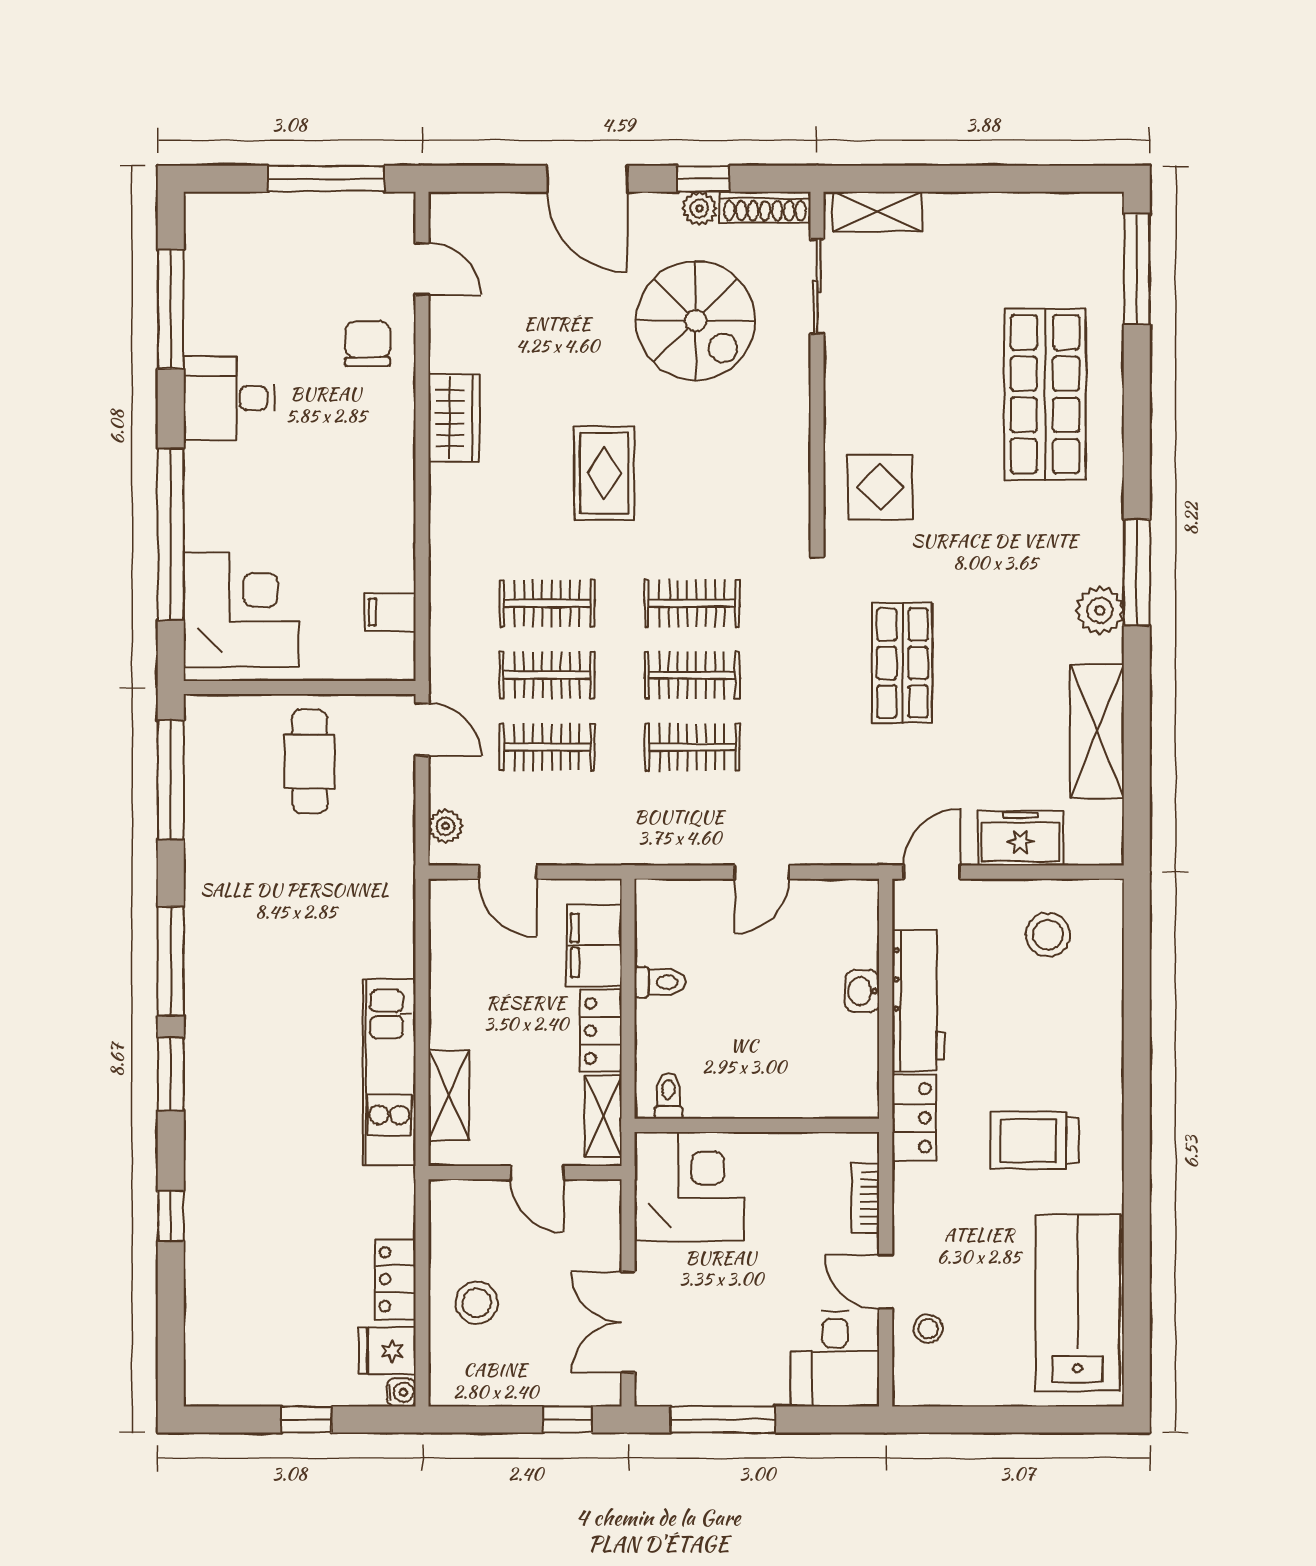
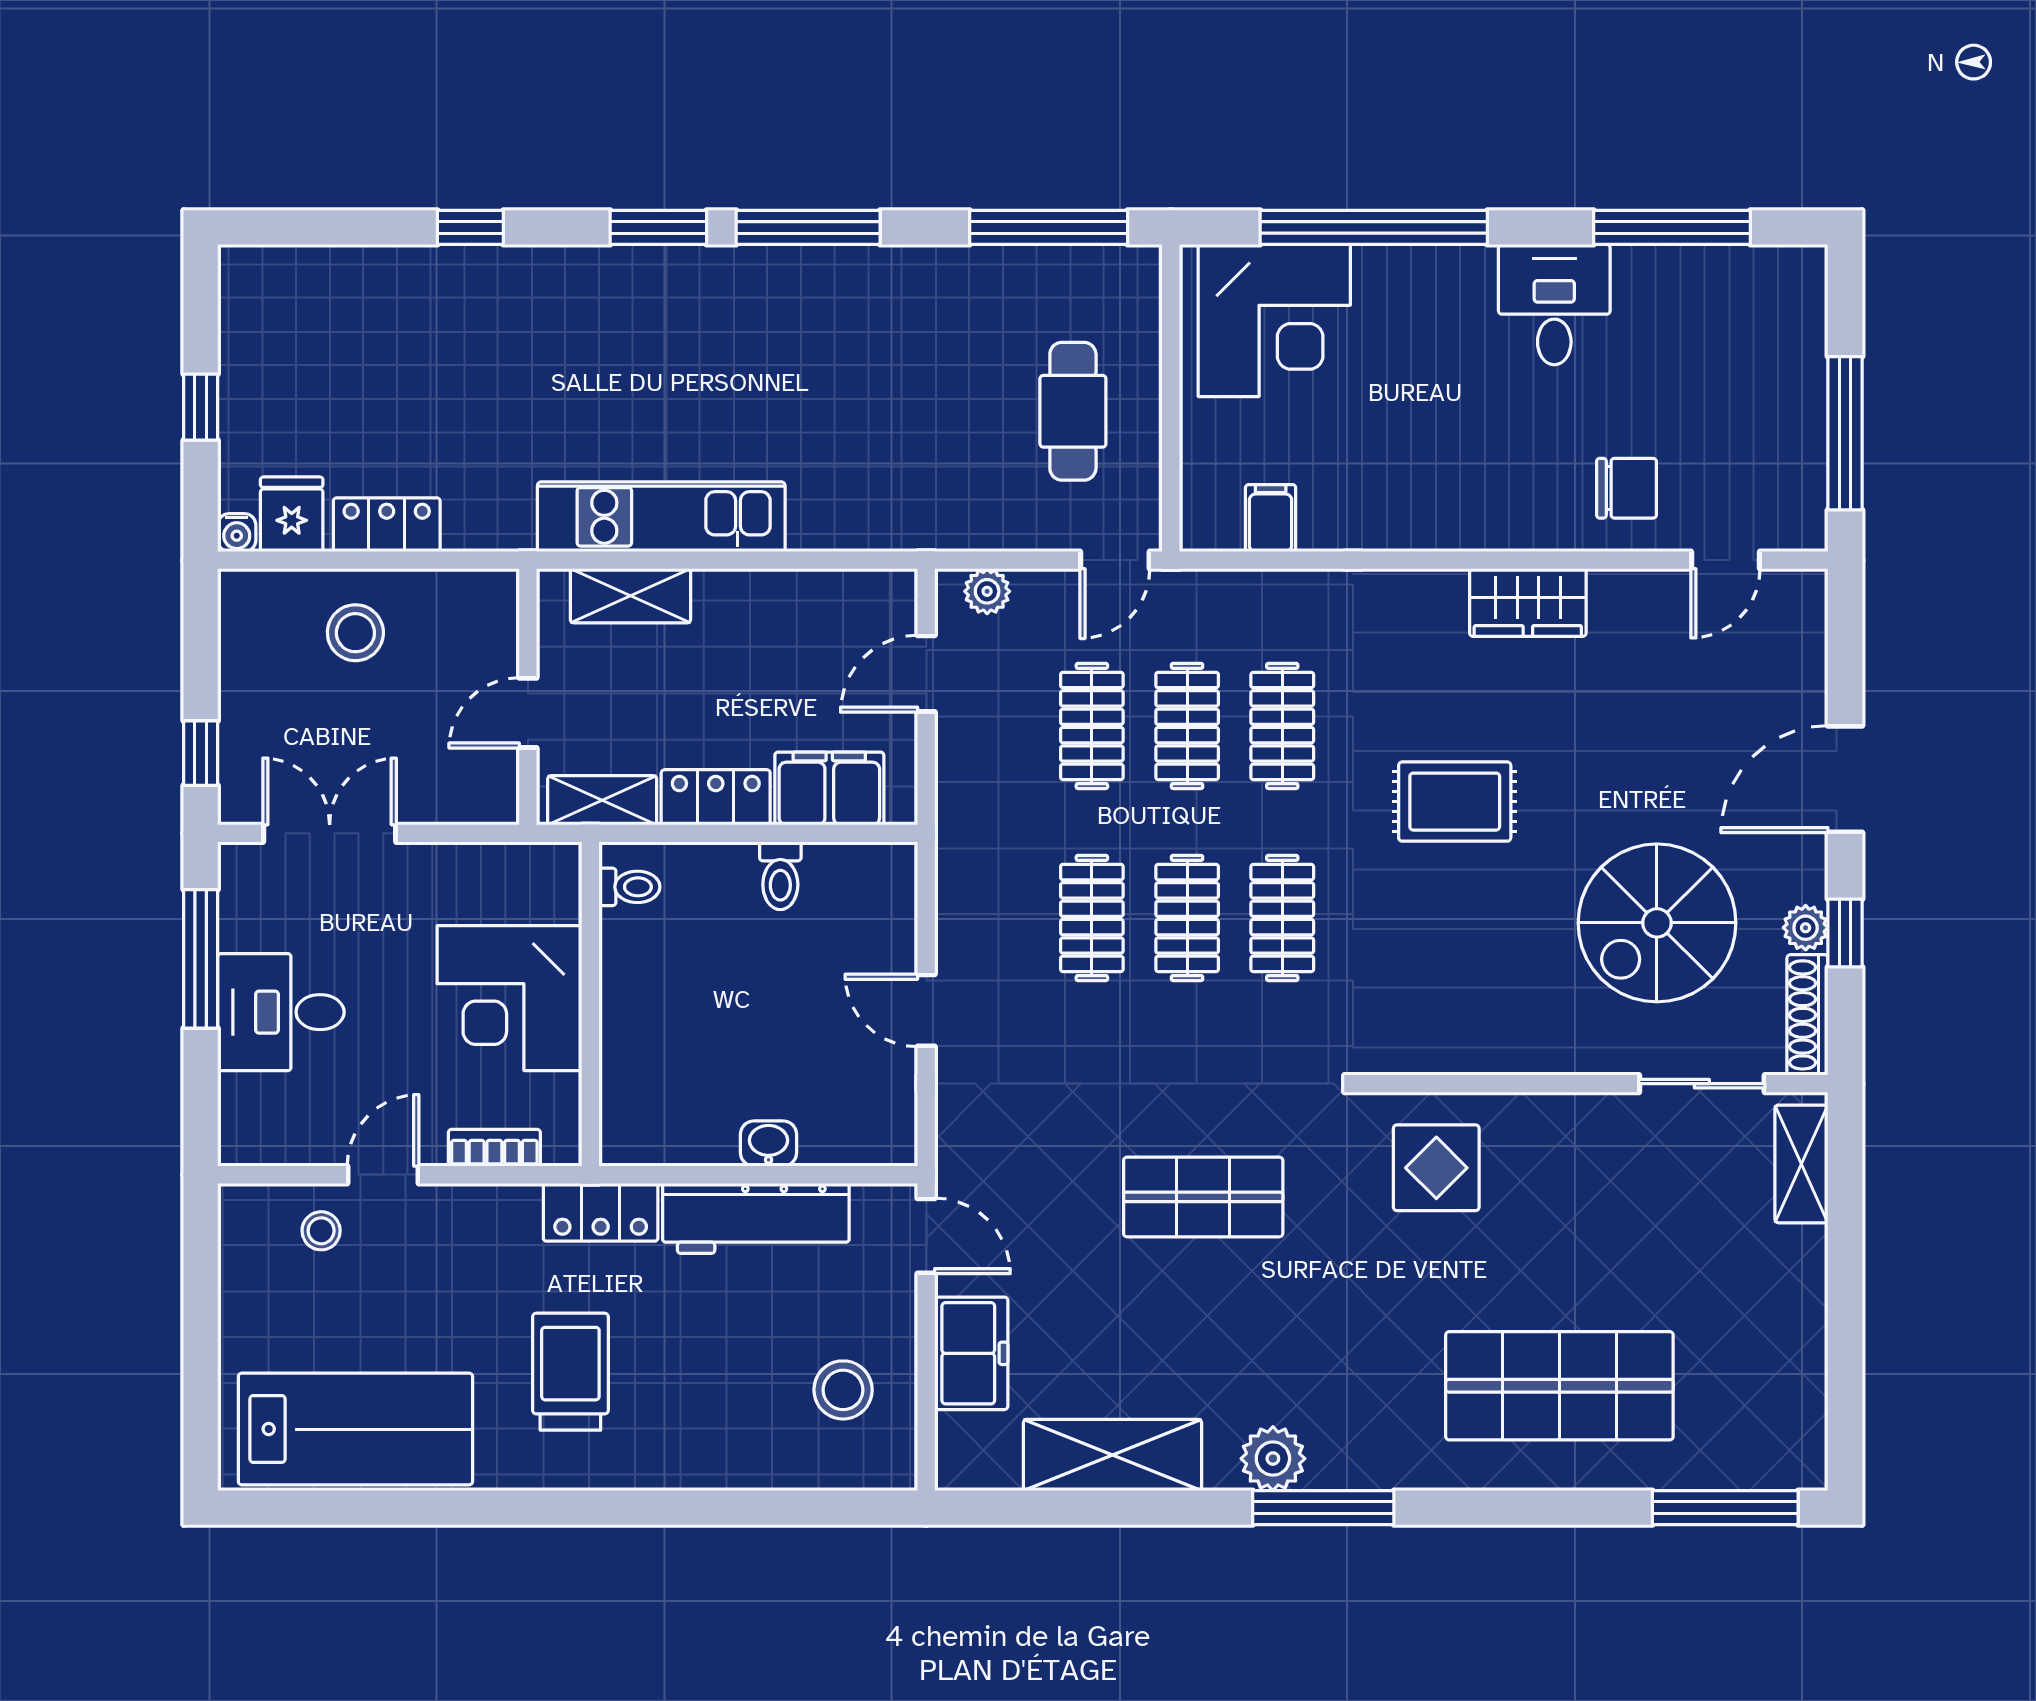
cafe table: (310, 761) -> (1073, 411), turned 90
corner desk: (689, 1187) -> (509, 998), moved, turned 90
desk: (835, 1359) -> (281, 1012), moved

